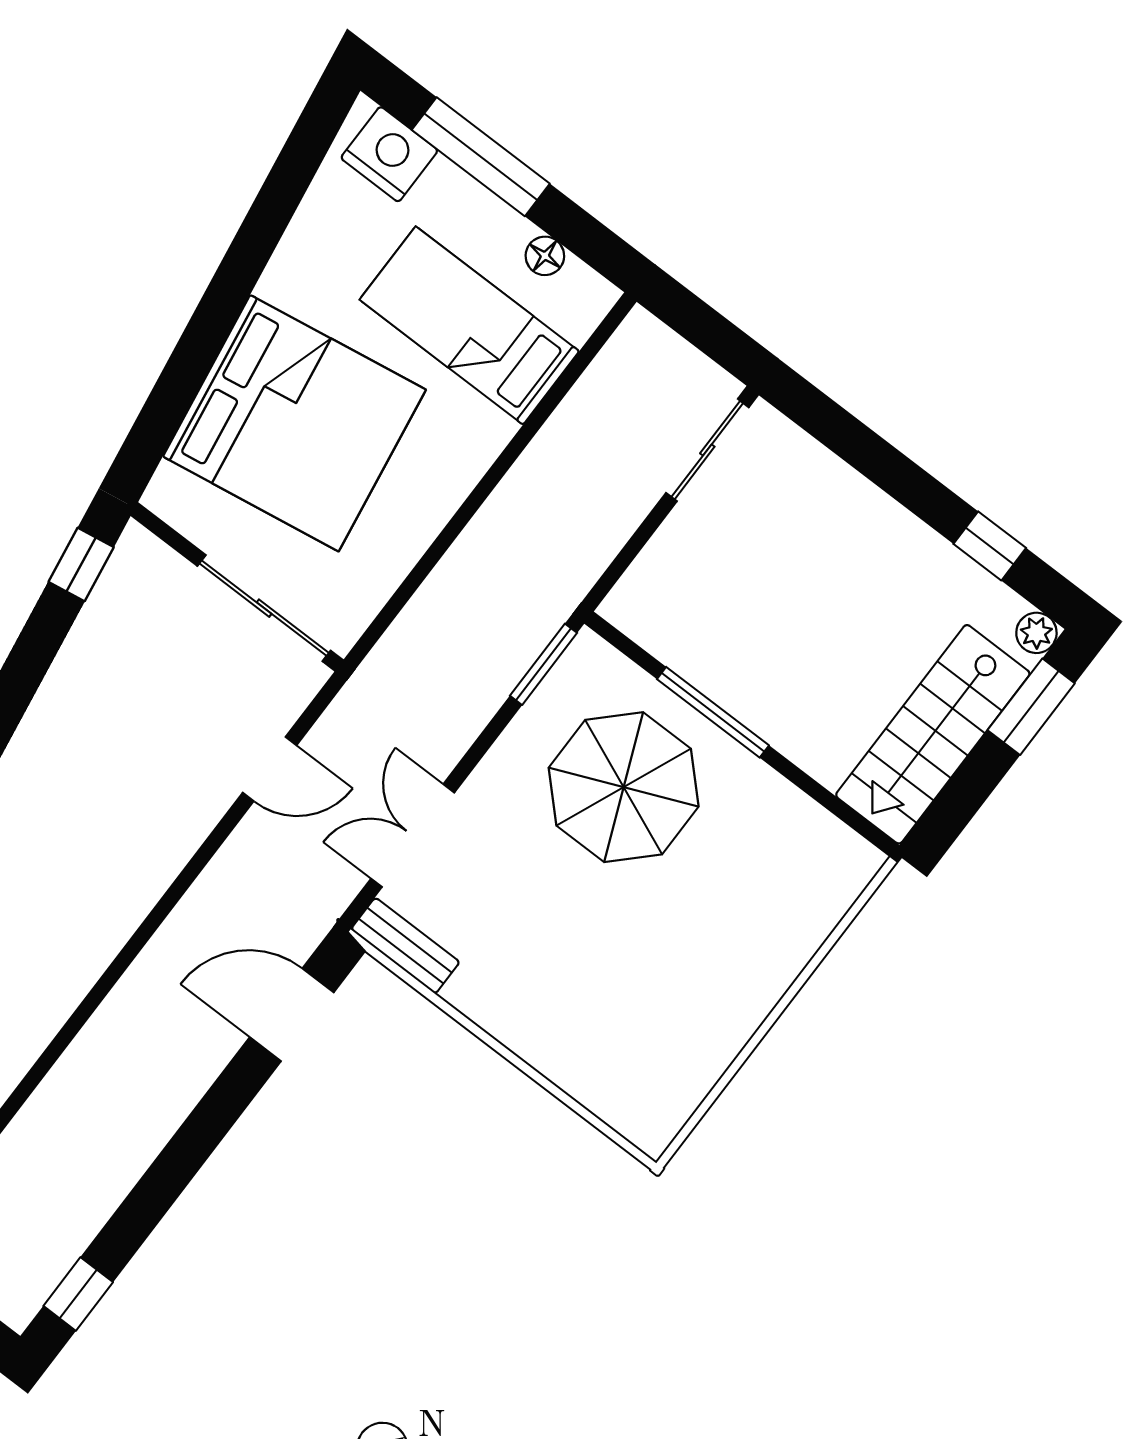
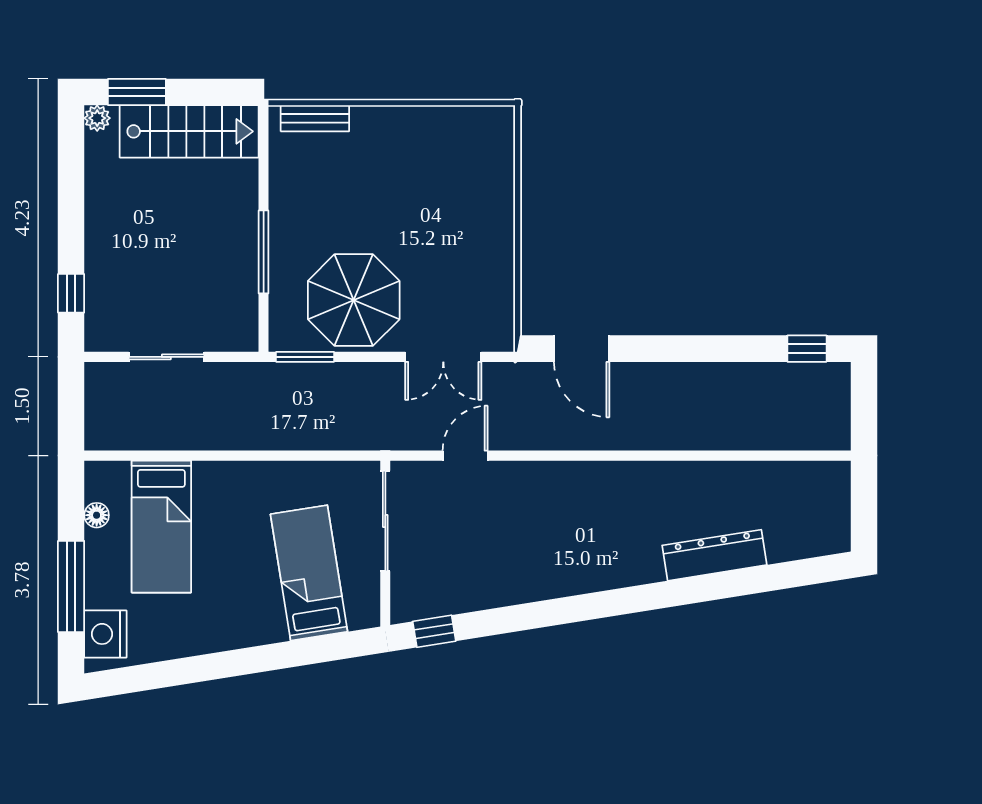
bed: (294, 423) -> (309, 573), width x0.49
sliding door: (707, 450) -> (166, 357), moved
window: (990, 546) -> (71, 293), moved
door: (270, 769) -> (465, 456), hinge flipped
parasol: (624, 787) -> (354, 300), moved
bench: (405, 946) -> (315, 118), moved, turned 90

